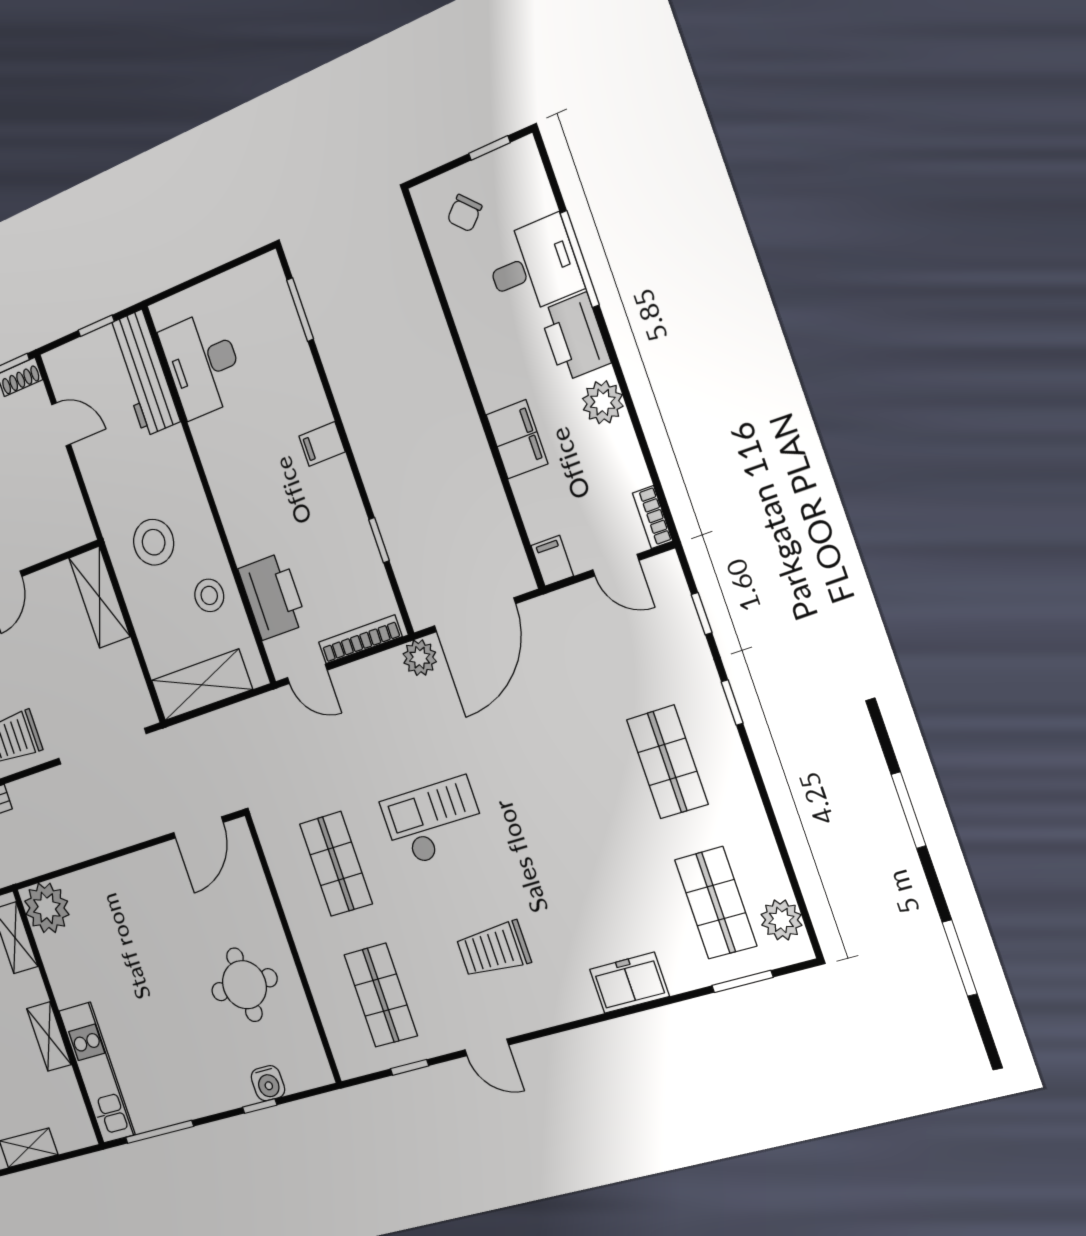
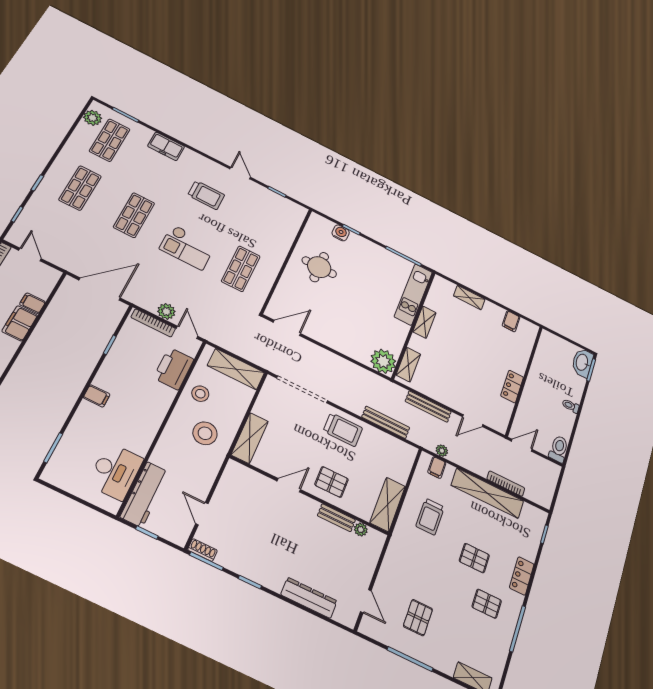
filing cabinet: (552, 561) -> (32, 303), moved, turned 90
plant: (420, 658) -> (166, 311), moved
shop shelf: (381, 995) -> (134, 215), moved

